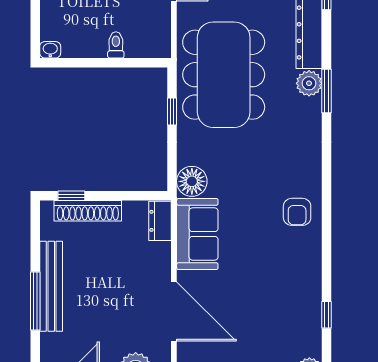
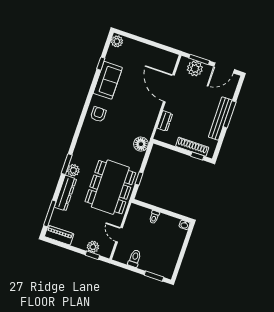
dresser: (160, 221) -> (165, 121), moved
sofa: (197, 234) -> (108, 80), moved, turned 180

